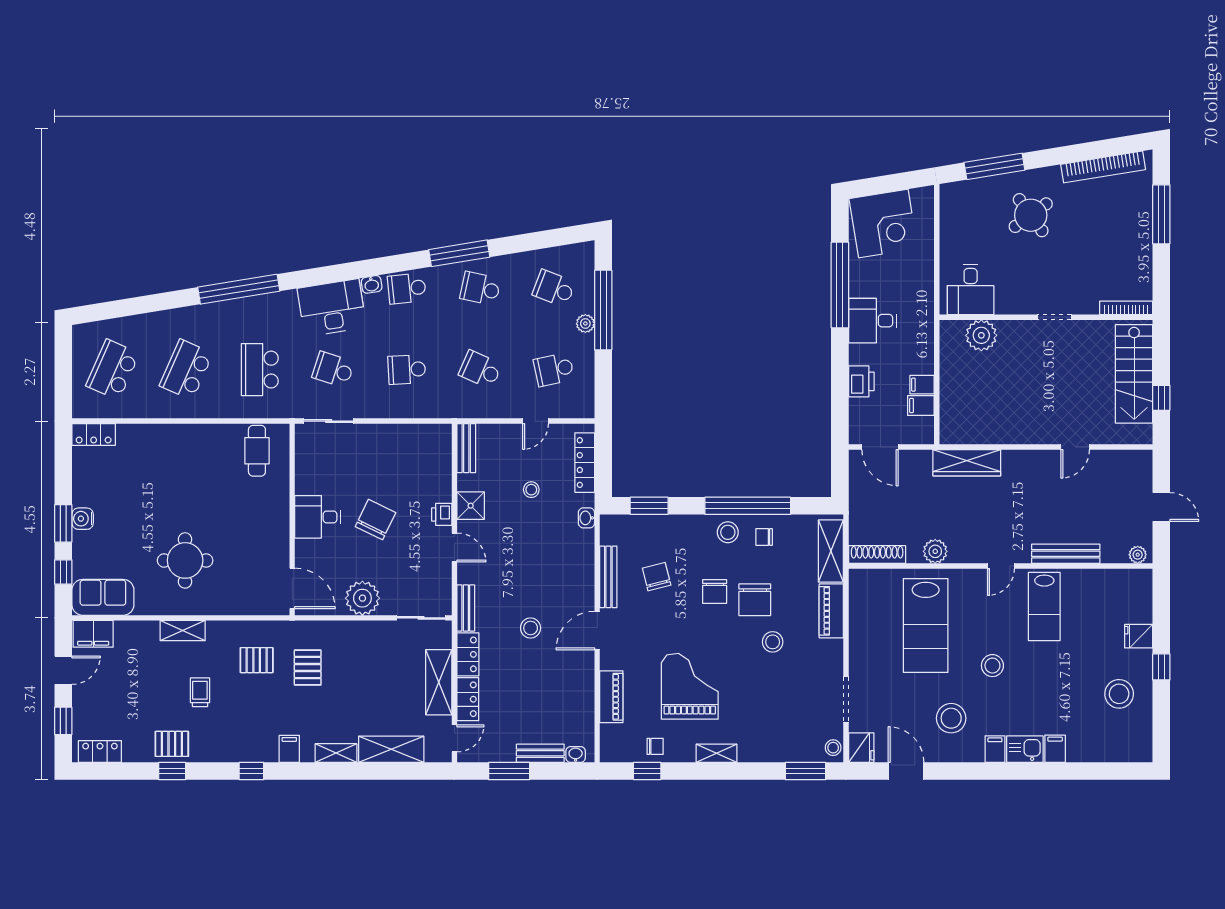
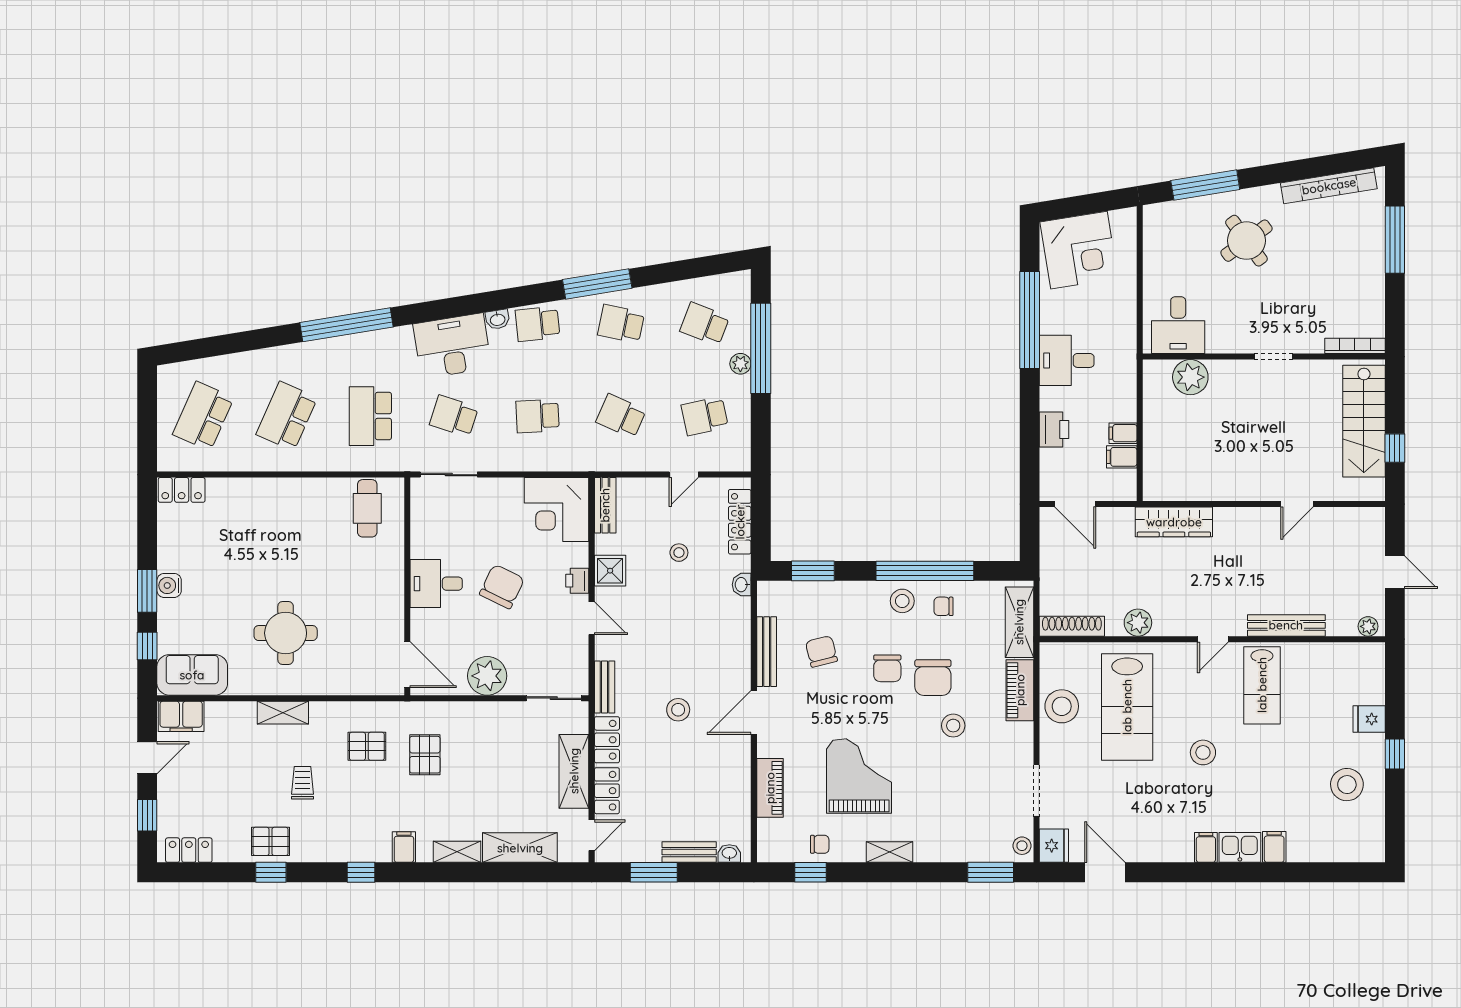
corner desk: (424, 452) -> (557, 510), added
stool: (951, 718) -> (1062, 706), moved

